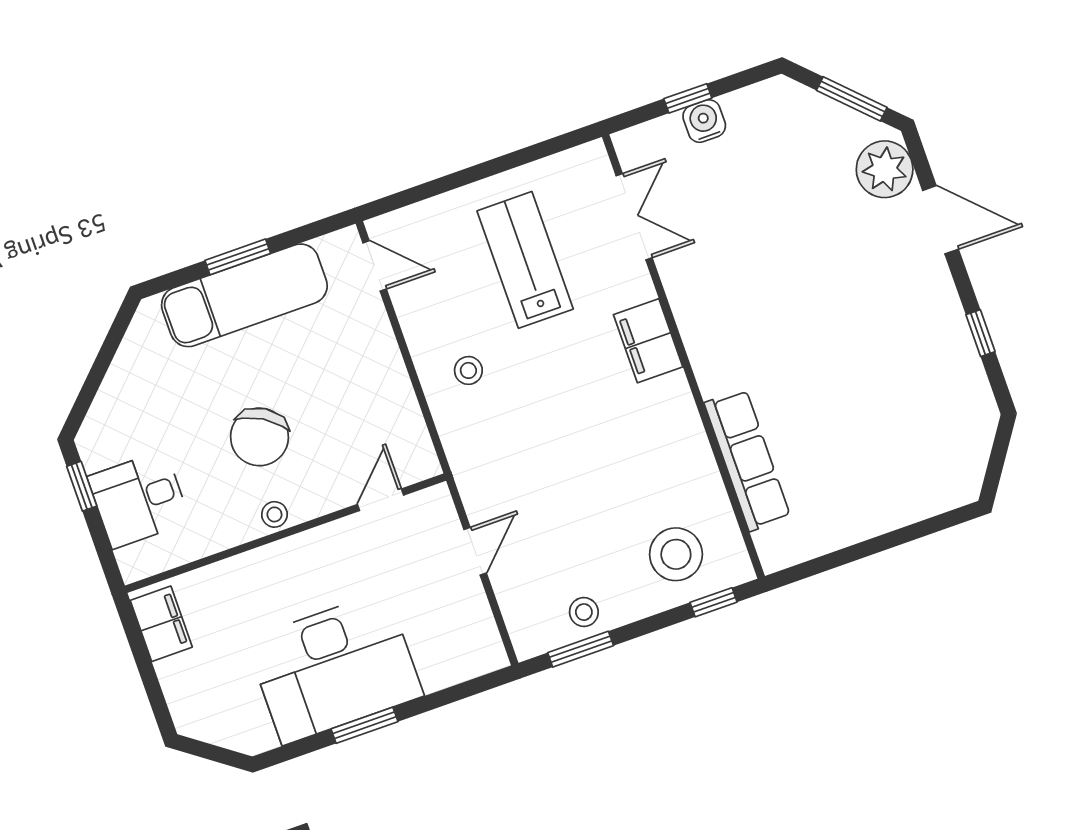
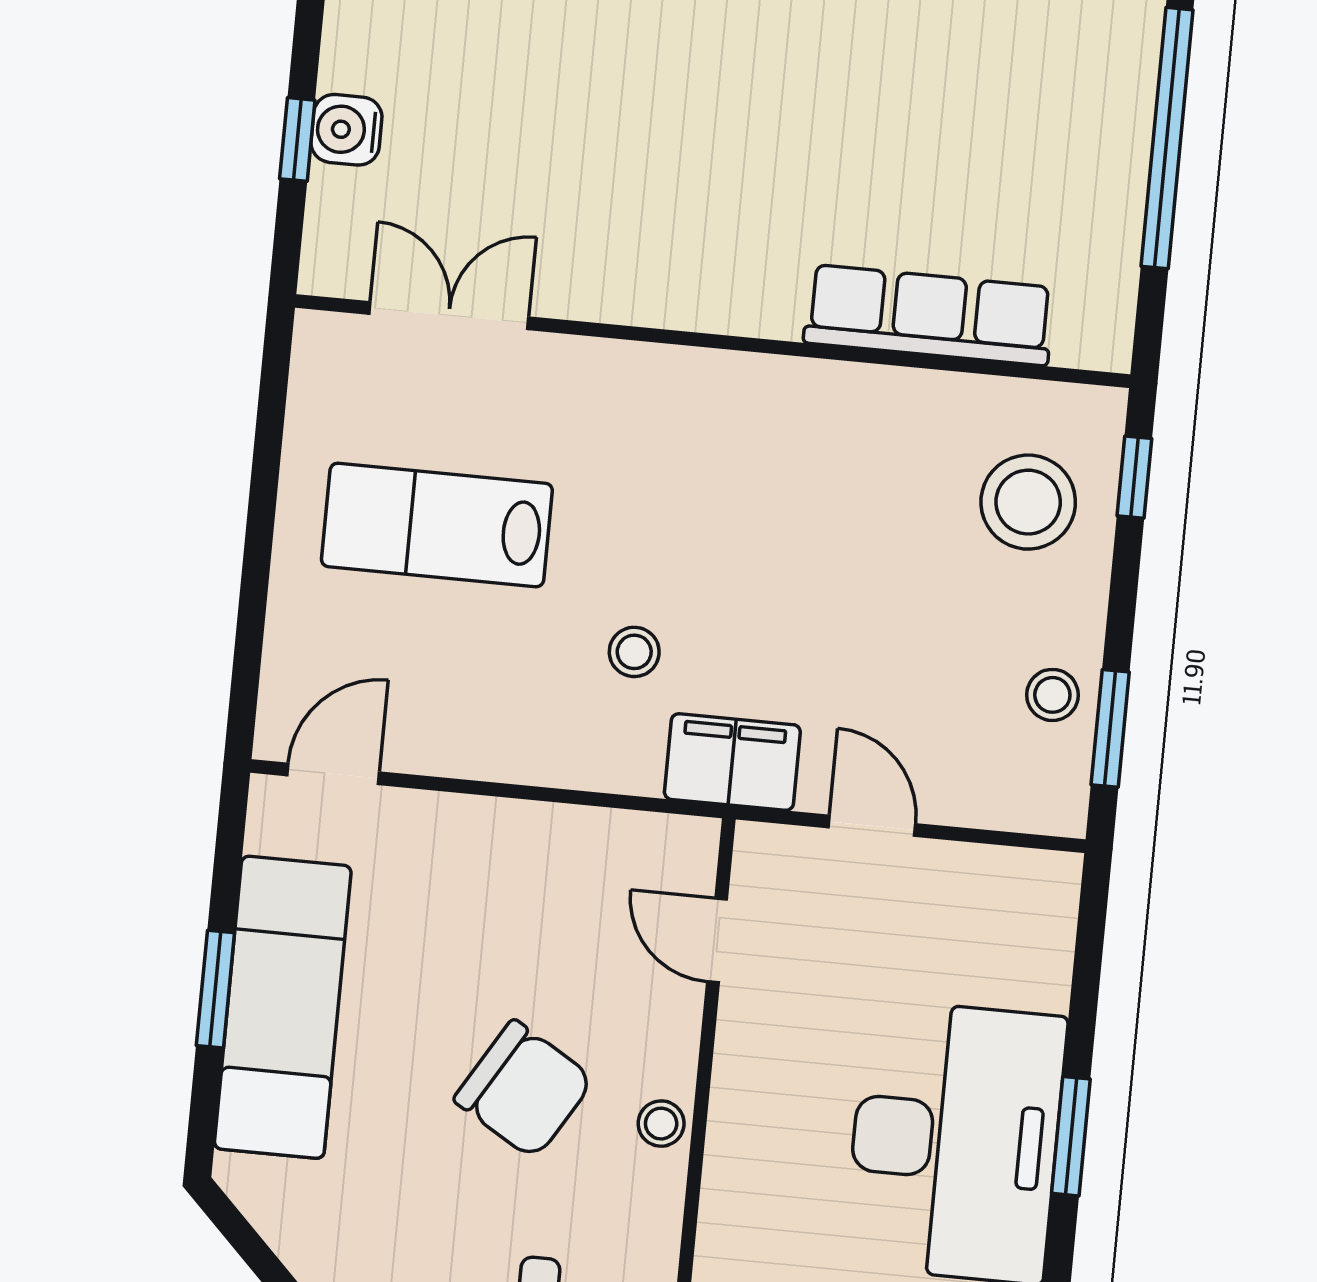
filing cabinet: (648, 341) -> (732, 762), moved, turned 180
stool: (468, 370) -> (634, 652), moved
window: (893, 539) -> (1167, 138), added

